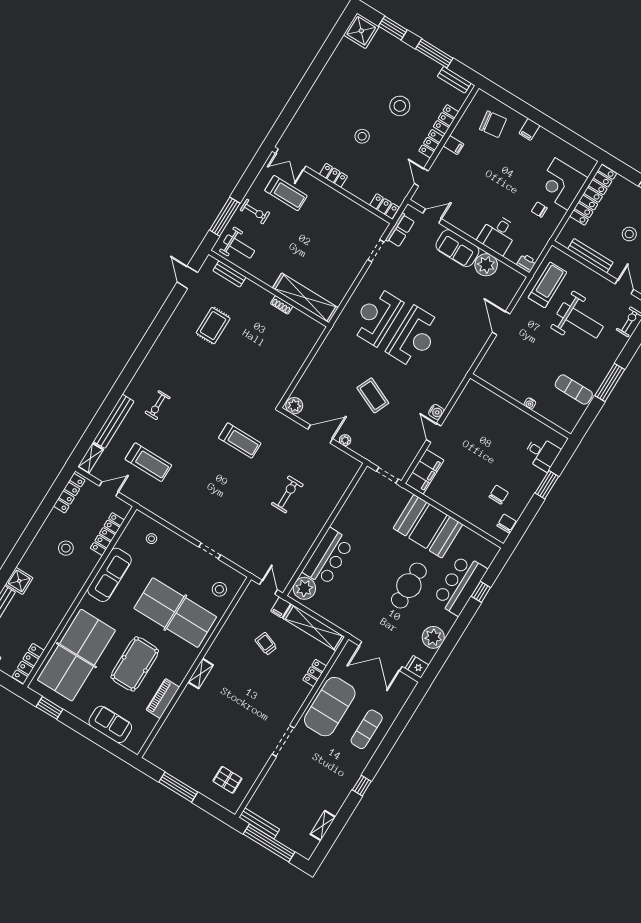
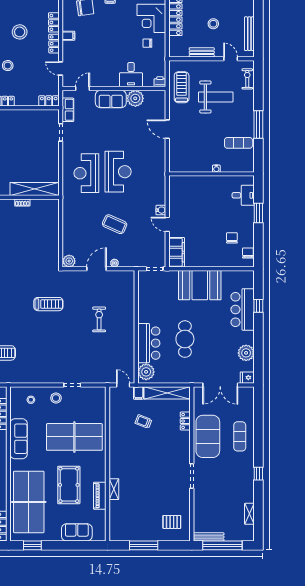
bench: (590, 256) -> (202, 52), width x0.73
cafe table: (409, 586) -> (185, 339), moved
stool: (219, 589) -> (56, 398), moved
shelving: (201, 674) -> (114, 489), moved

